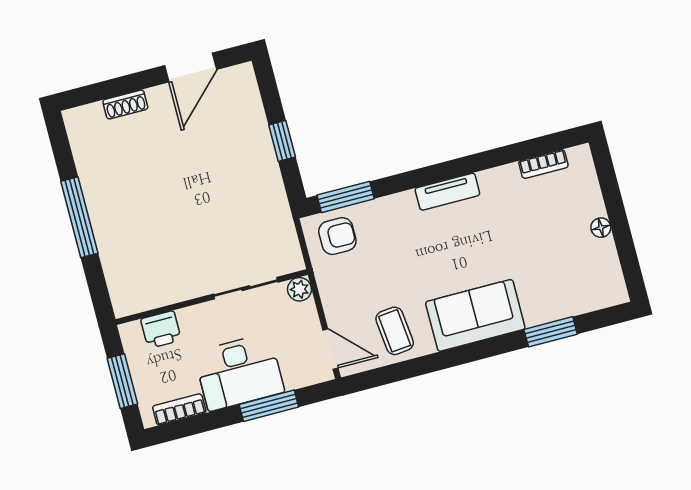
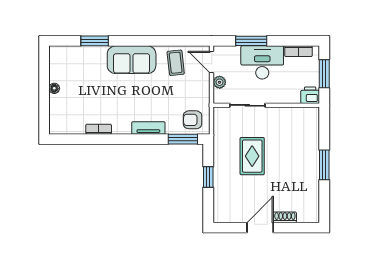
door: (191, 67) -> (260, 228), moved
bookcase: (543, 164) -> (99, 129), moved
tv unit: (447, 192) -> (148, 128), moved
rug: (213, 199) -> (252, 156), added
window: (79, 217) -> (324, 165), width x0.69
plant: (299, 289) -> (220, 82), moved
printer: (161, 330) -> (310, 95), moved

